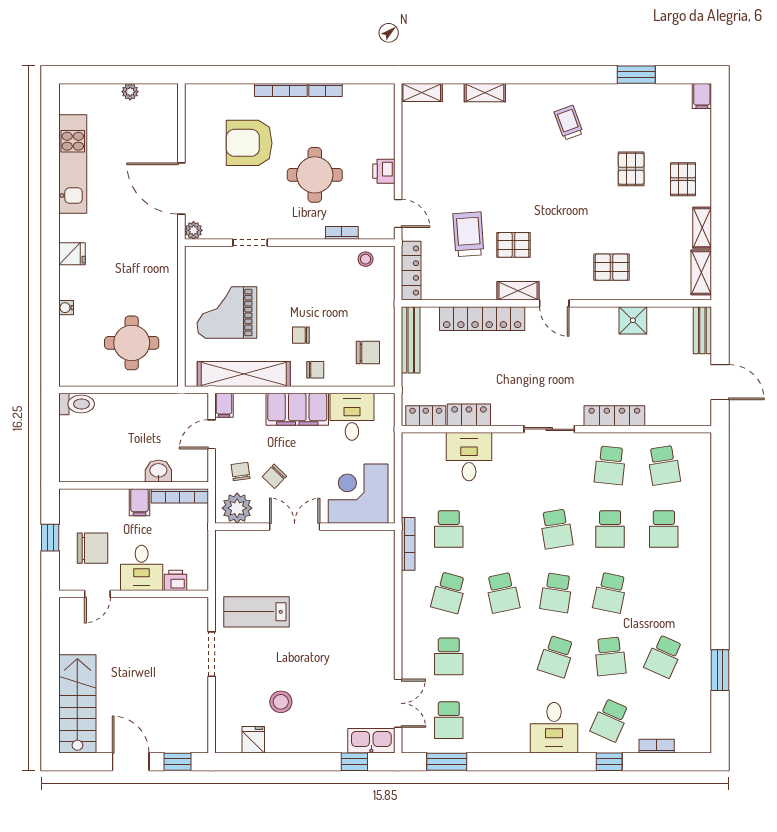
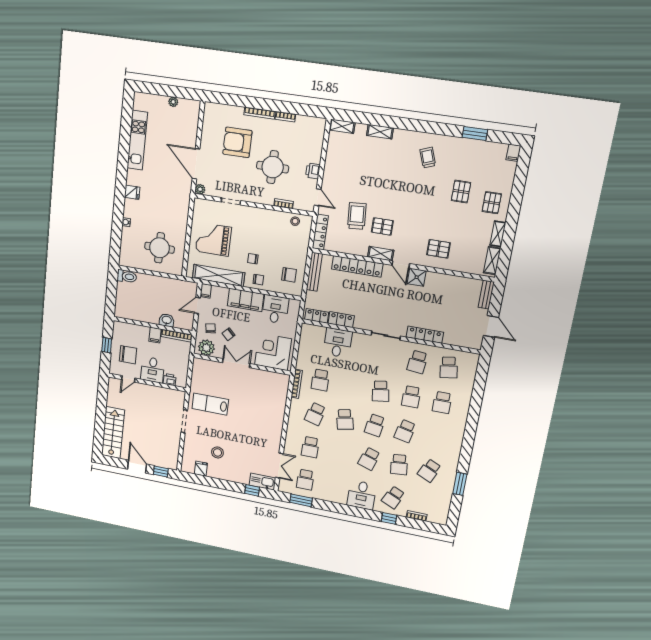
shower: (633, 320) -> (417, 277), moved

